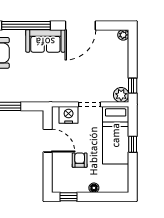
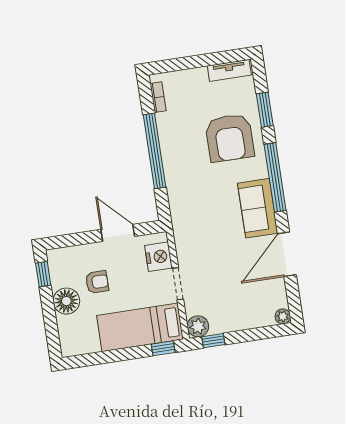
door: (80, 26) -> (287, 254), hinge flipped
door: (48, 141) -> (118, 233), swing flipped
window: (133, 144) -> (163, 348), moved
floor lamp: (94, 188) -> (66, 301), width x1.89, depth x1.89

